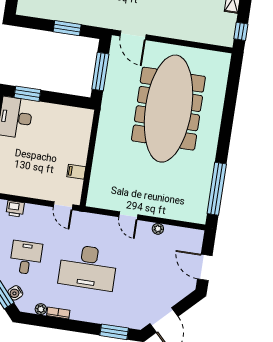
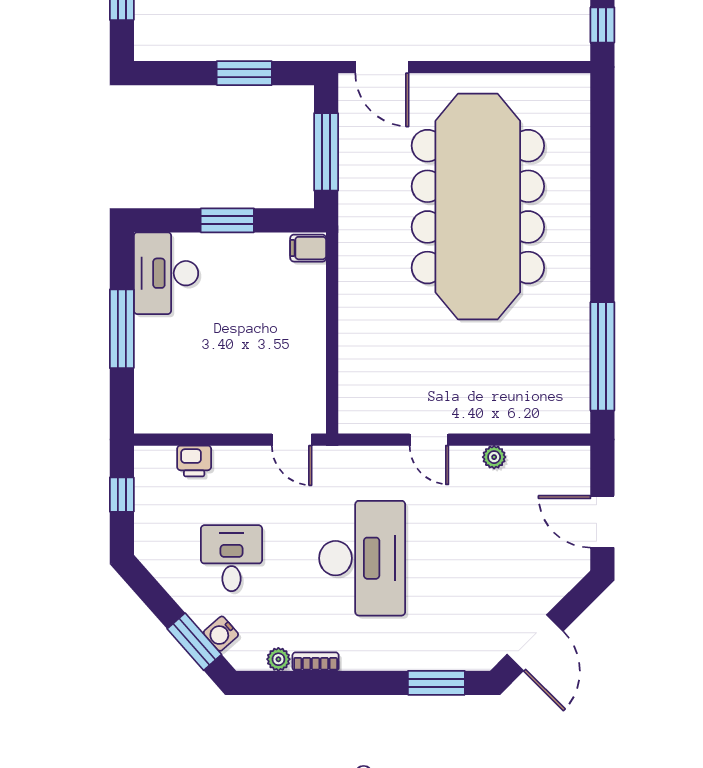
window: (27, 94) -> (227, 220), moved
filing cabinet: (76, 172) -> (308, 248), moved
desk: (88, 267) -> (362, 558), turned -90

